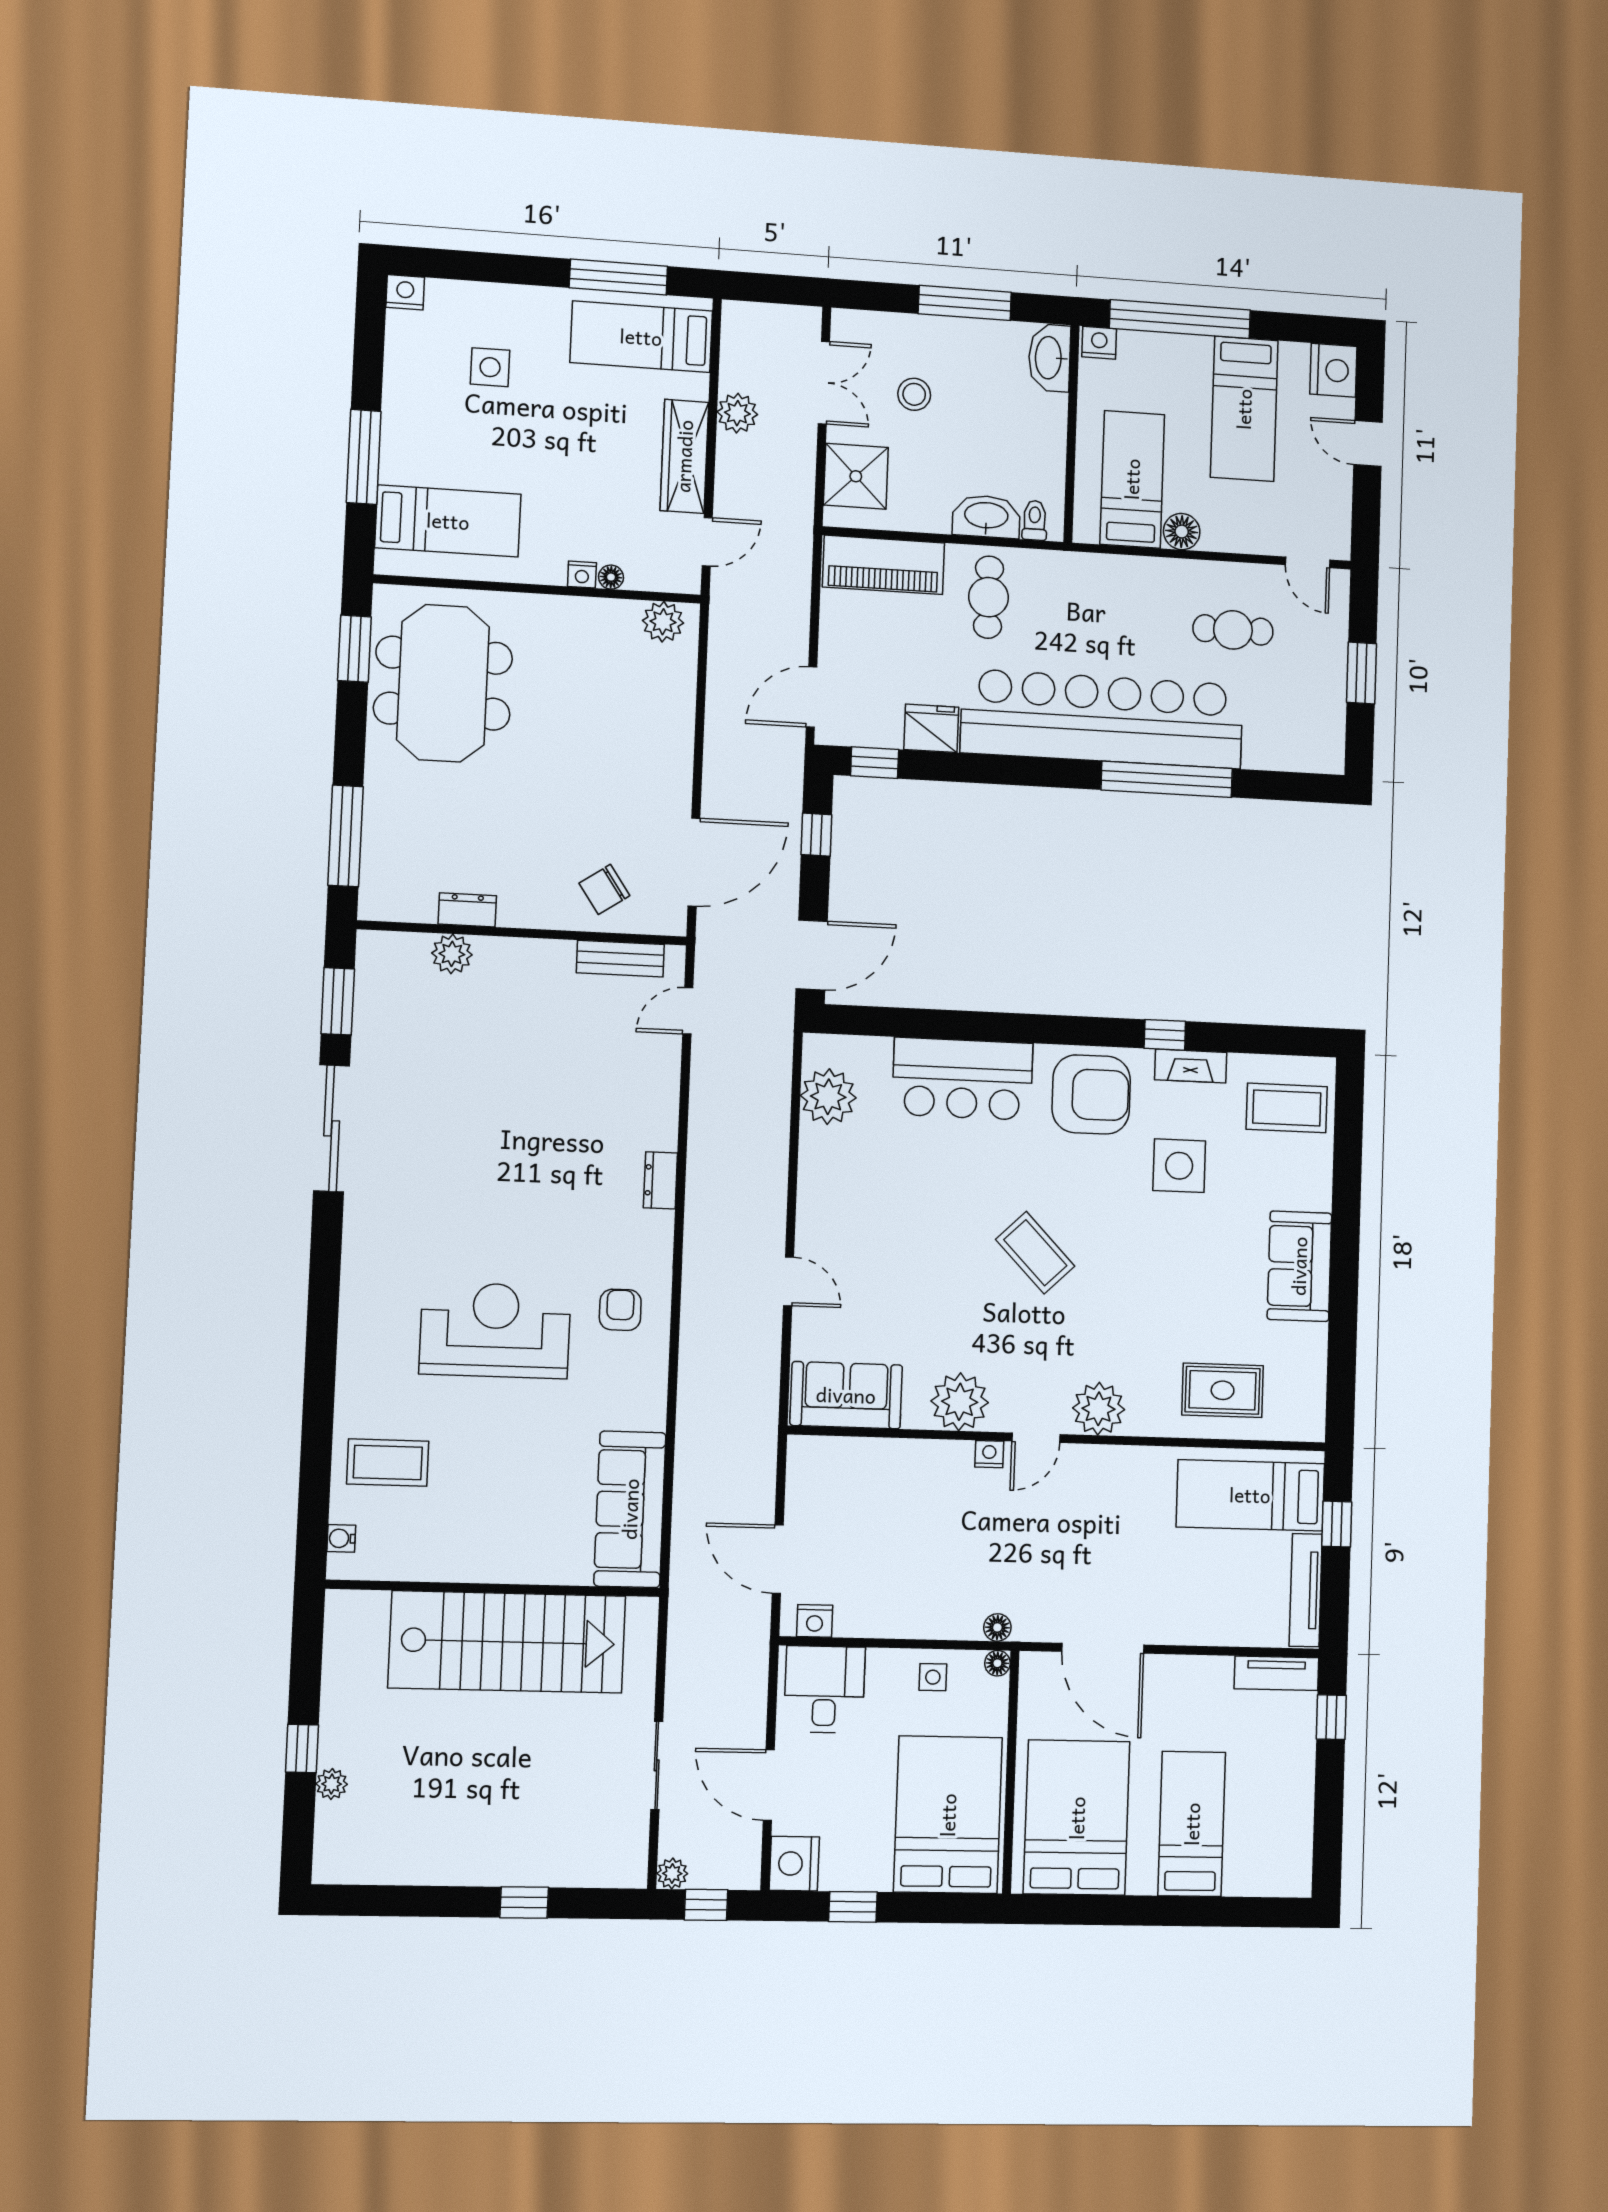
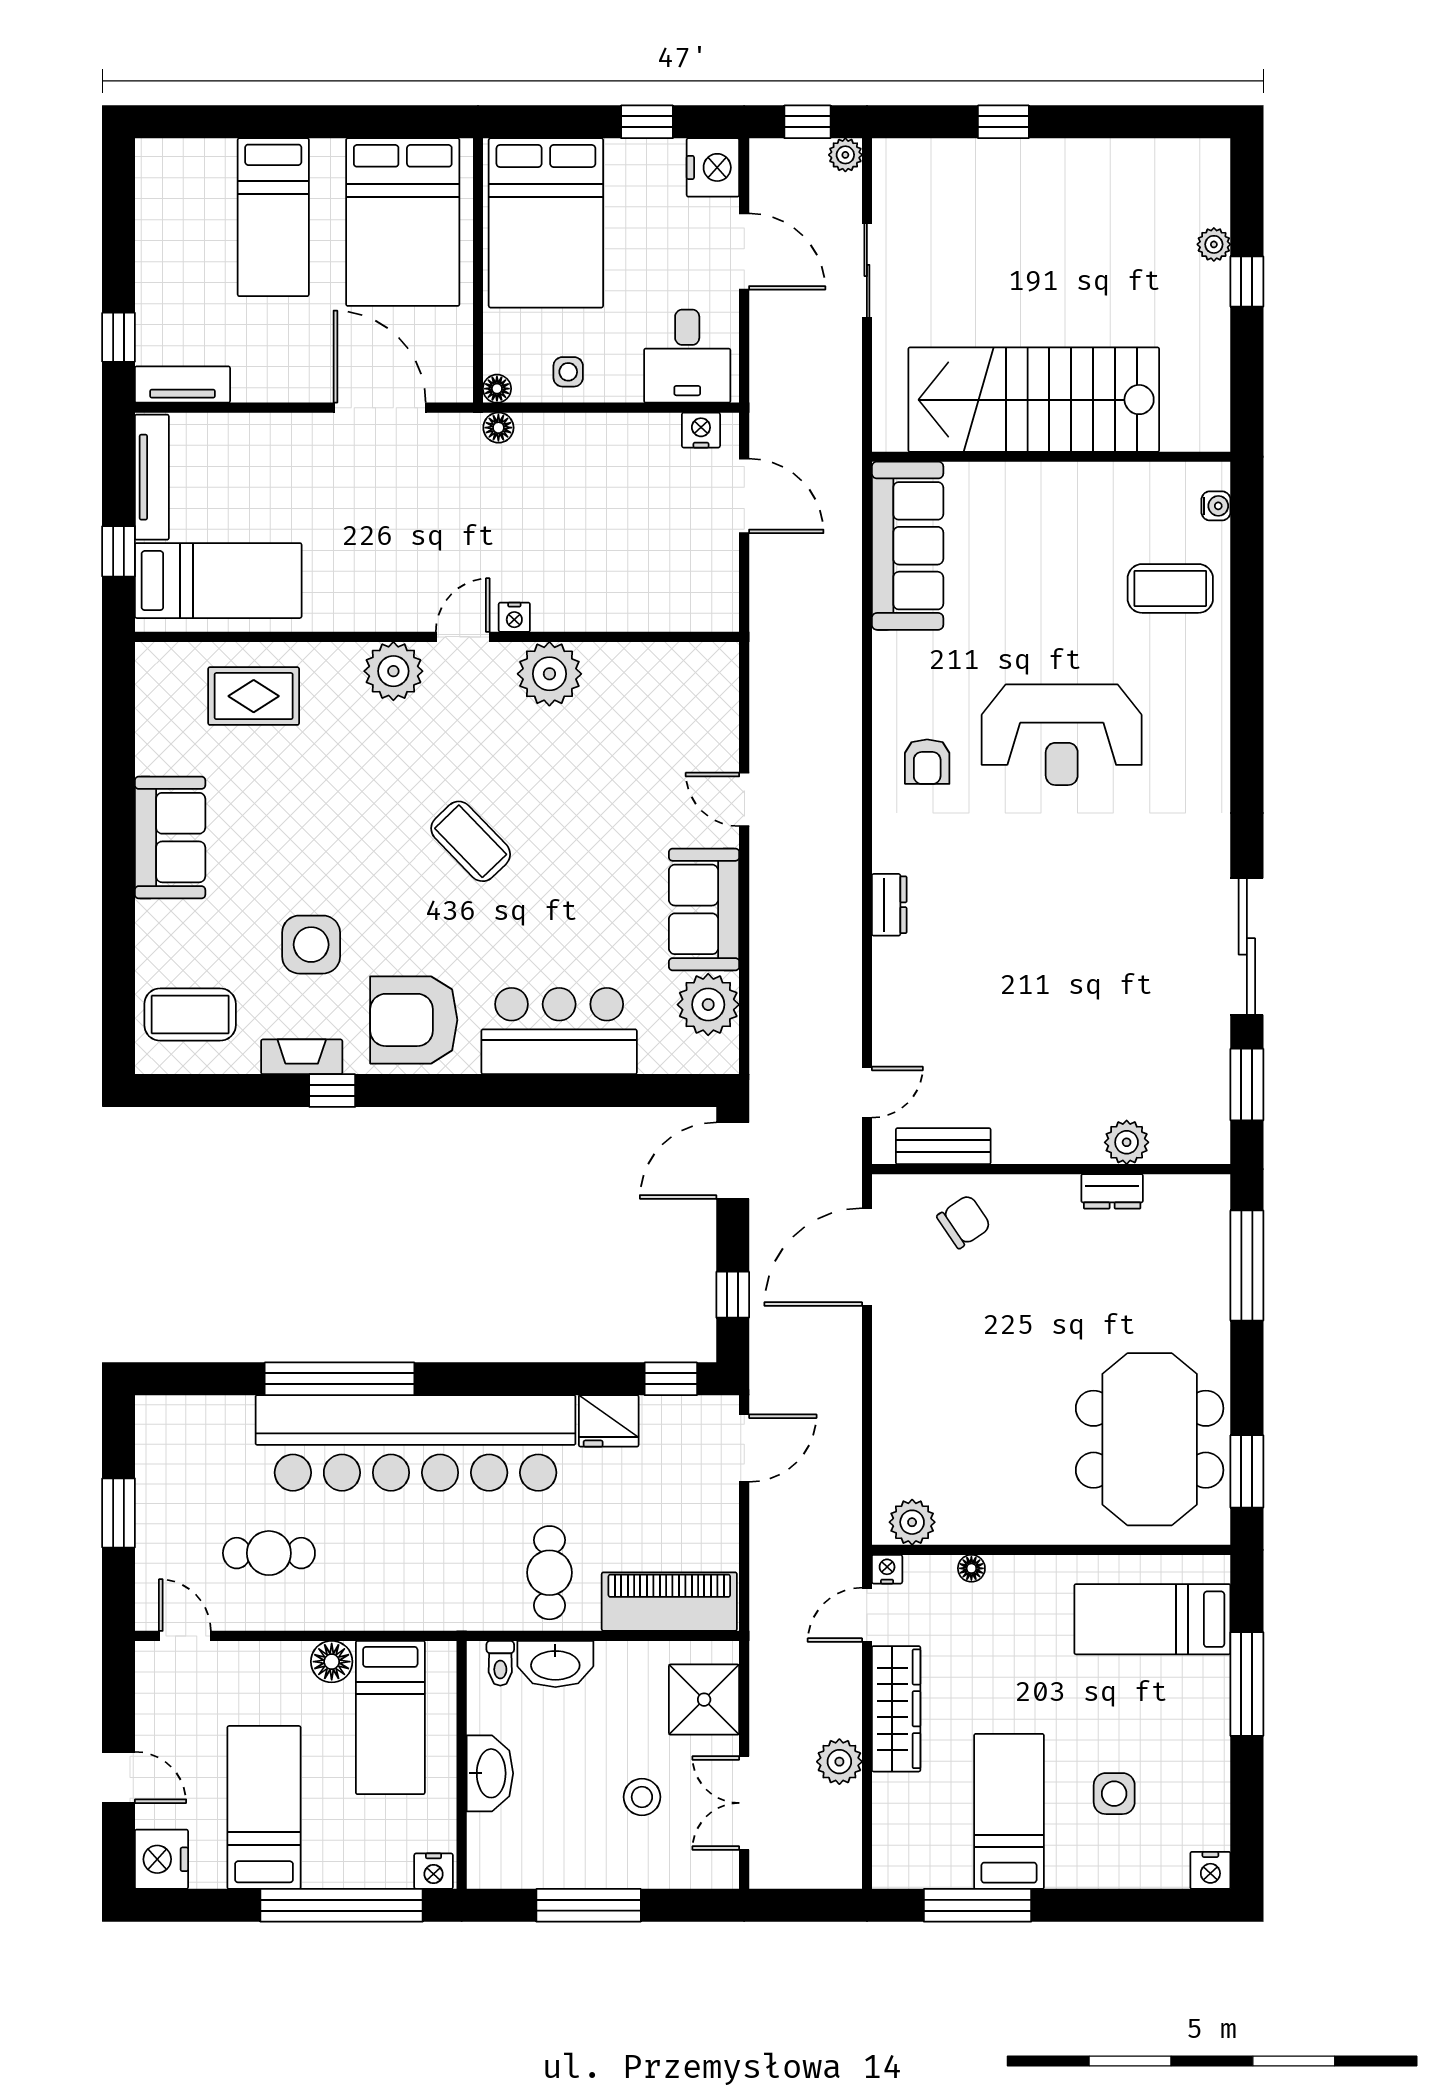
bed: (641, 337) -> (1009, 1811), moved, turned -90
washbasin: (1050, 358) -> (490, 1773), moved
nightstand: (582, 575) -> (887, 1569), moved
sofa: (846, 1395) -> (704, 909), moved, turned 90

